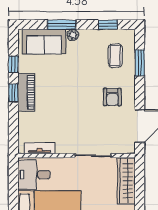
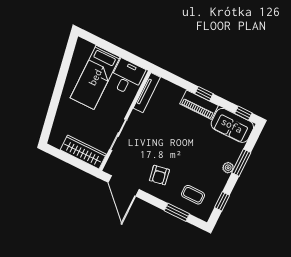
sofa: (44, 42) -> (232, 125), moved, turned -90
window: (13, 64) -> (243, 113), moved
armchair: (112, 97) -> (159, 175), turned -100
tv unit: (39, 148) -> (147, 93), width x1.41

